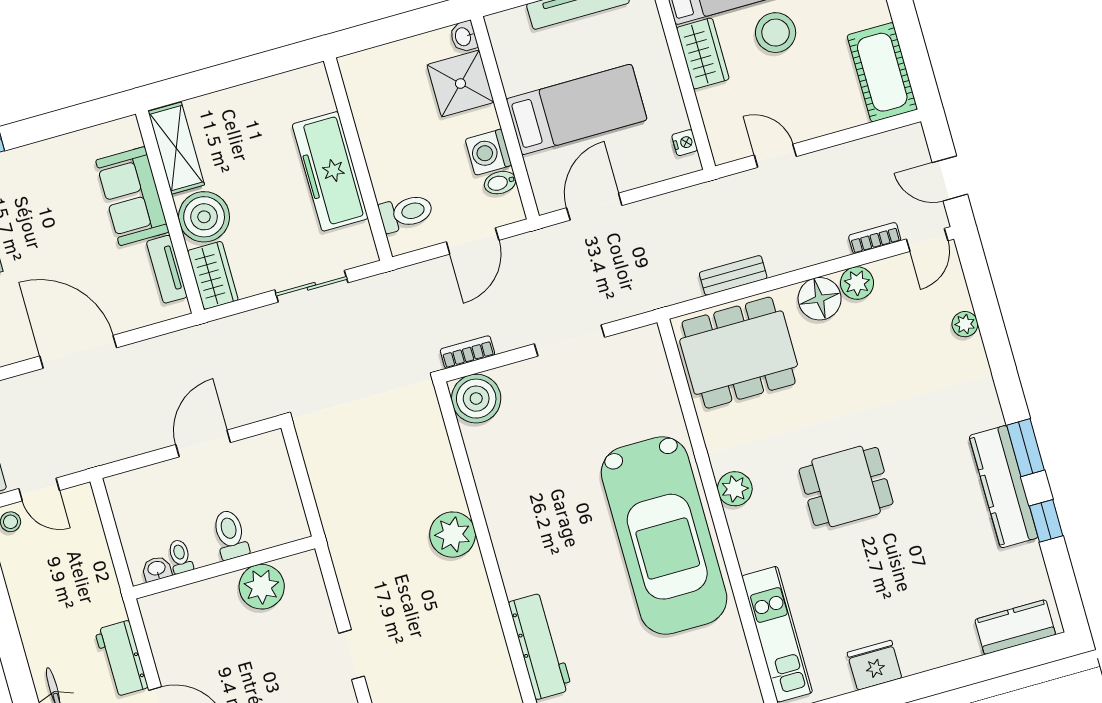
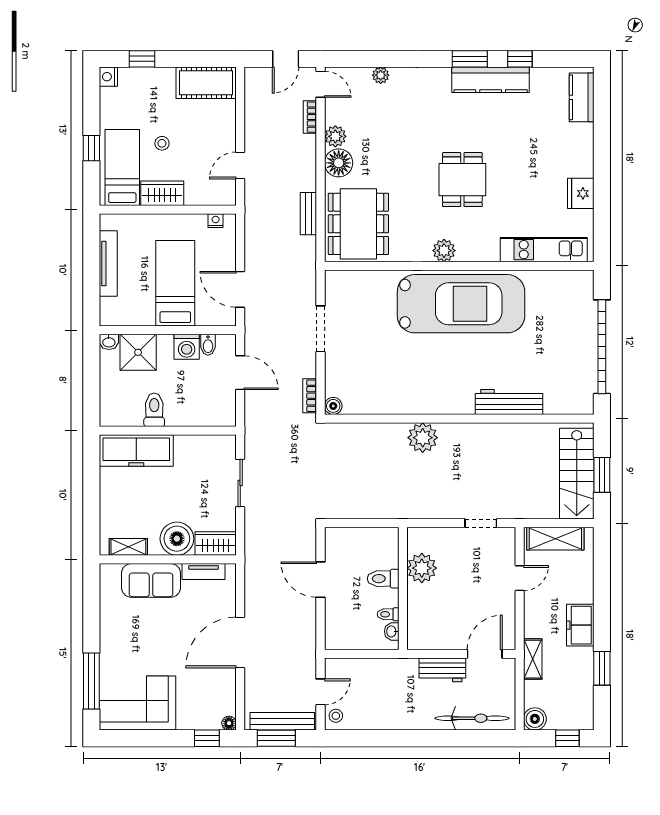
stool: (776, 33) -> (162, 143), width x0.53, depth x0.53
shelving: (176, 148) -> (128, 547), width x0.67, depth x0.75
freezer: (330, 171) -> (136, 451), moved
toilet: (406, 213) -> (154, 410), moved
boiler: (476, 399) -> (333, 406), width x0.54, depth x0.54

